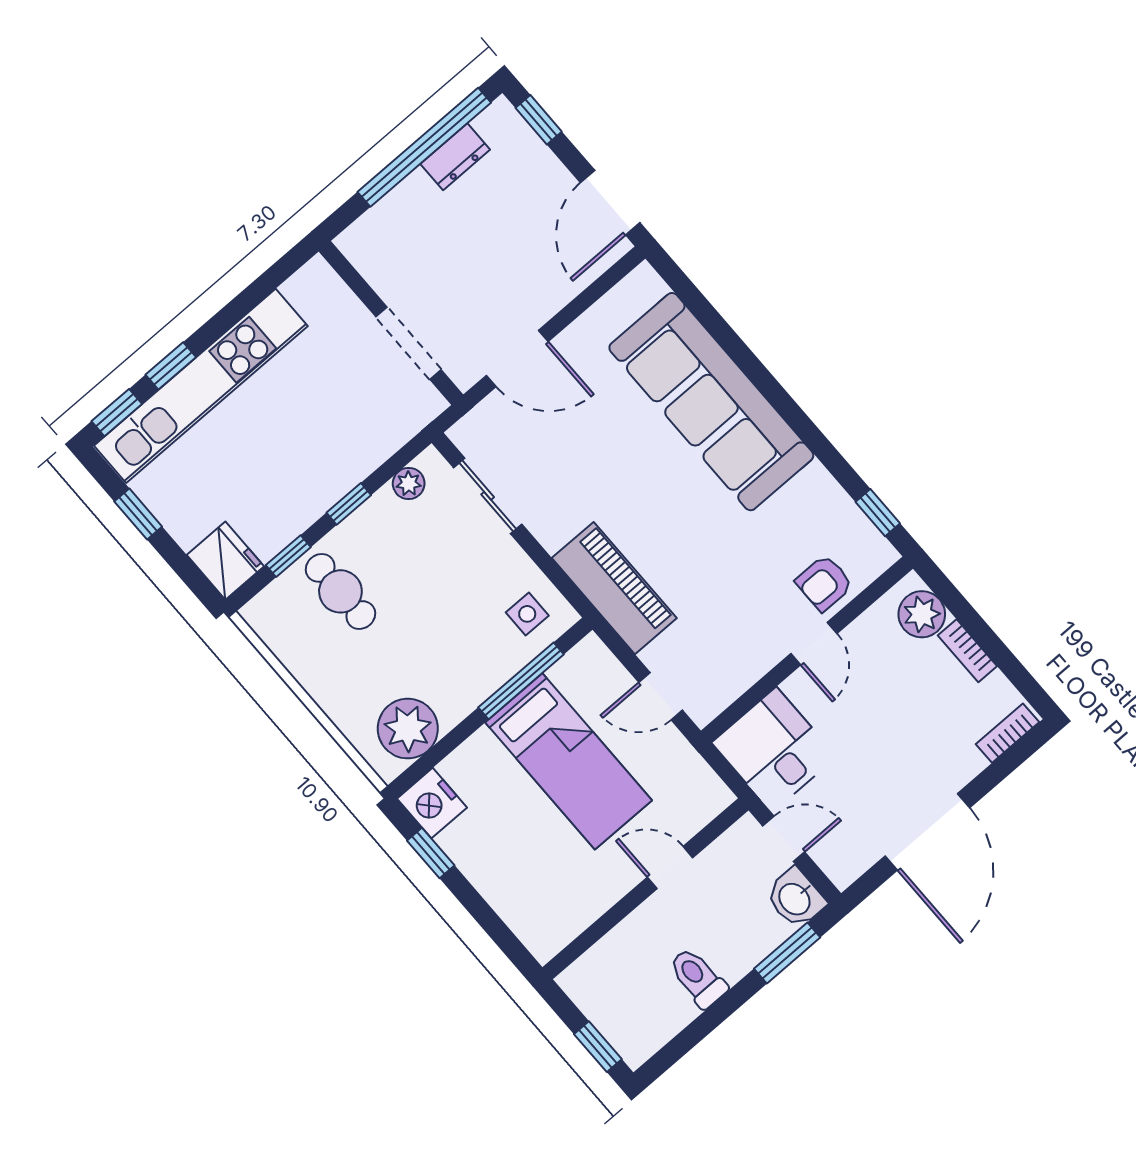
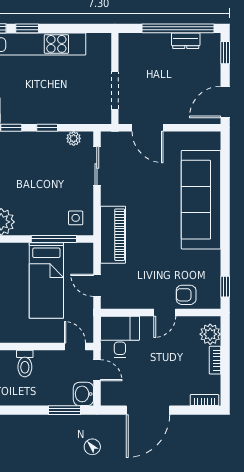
cafe table: (340, 591) -> (19, 155), removed
door: (670, 868) -> (75, 347), moved
toilet: (698, 978) -> (25, 364), moved, turned 180

